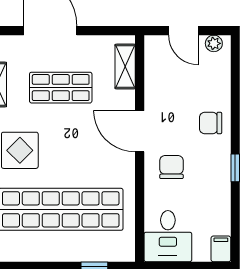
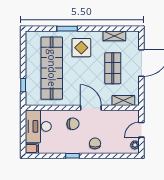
door: (140, 131) -> (91, 108), hinge flipped
desk: (168, 236) -> (38, 126), width x1.37

